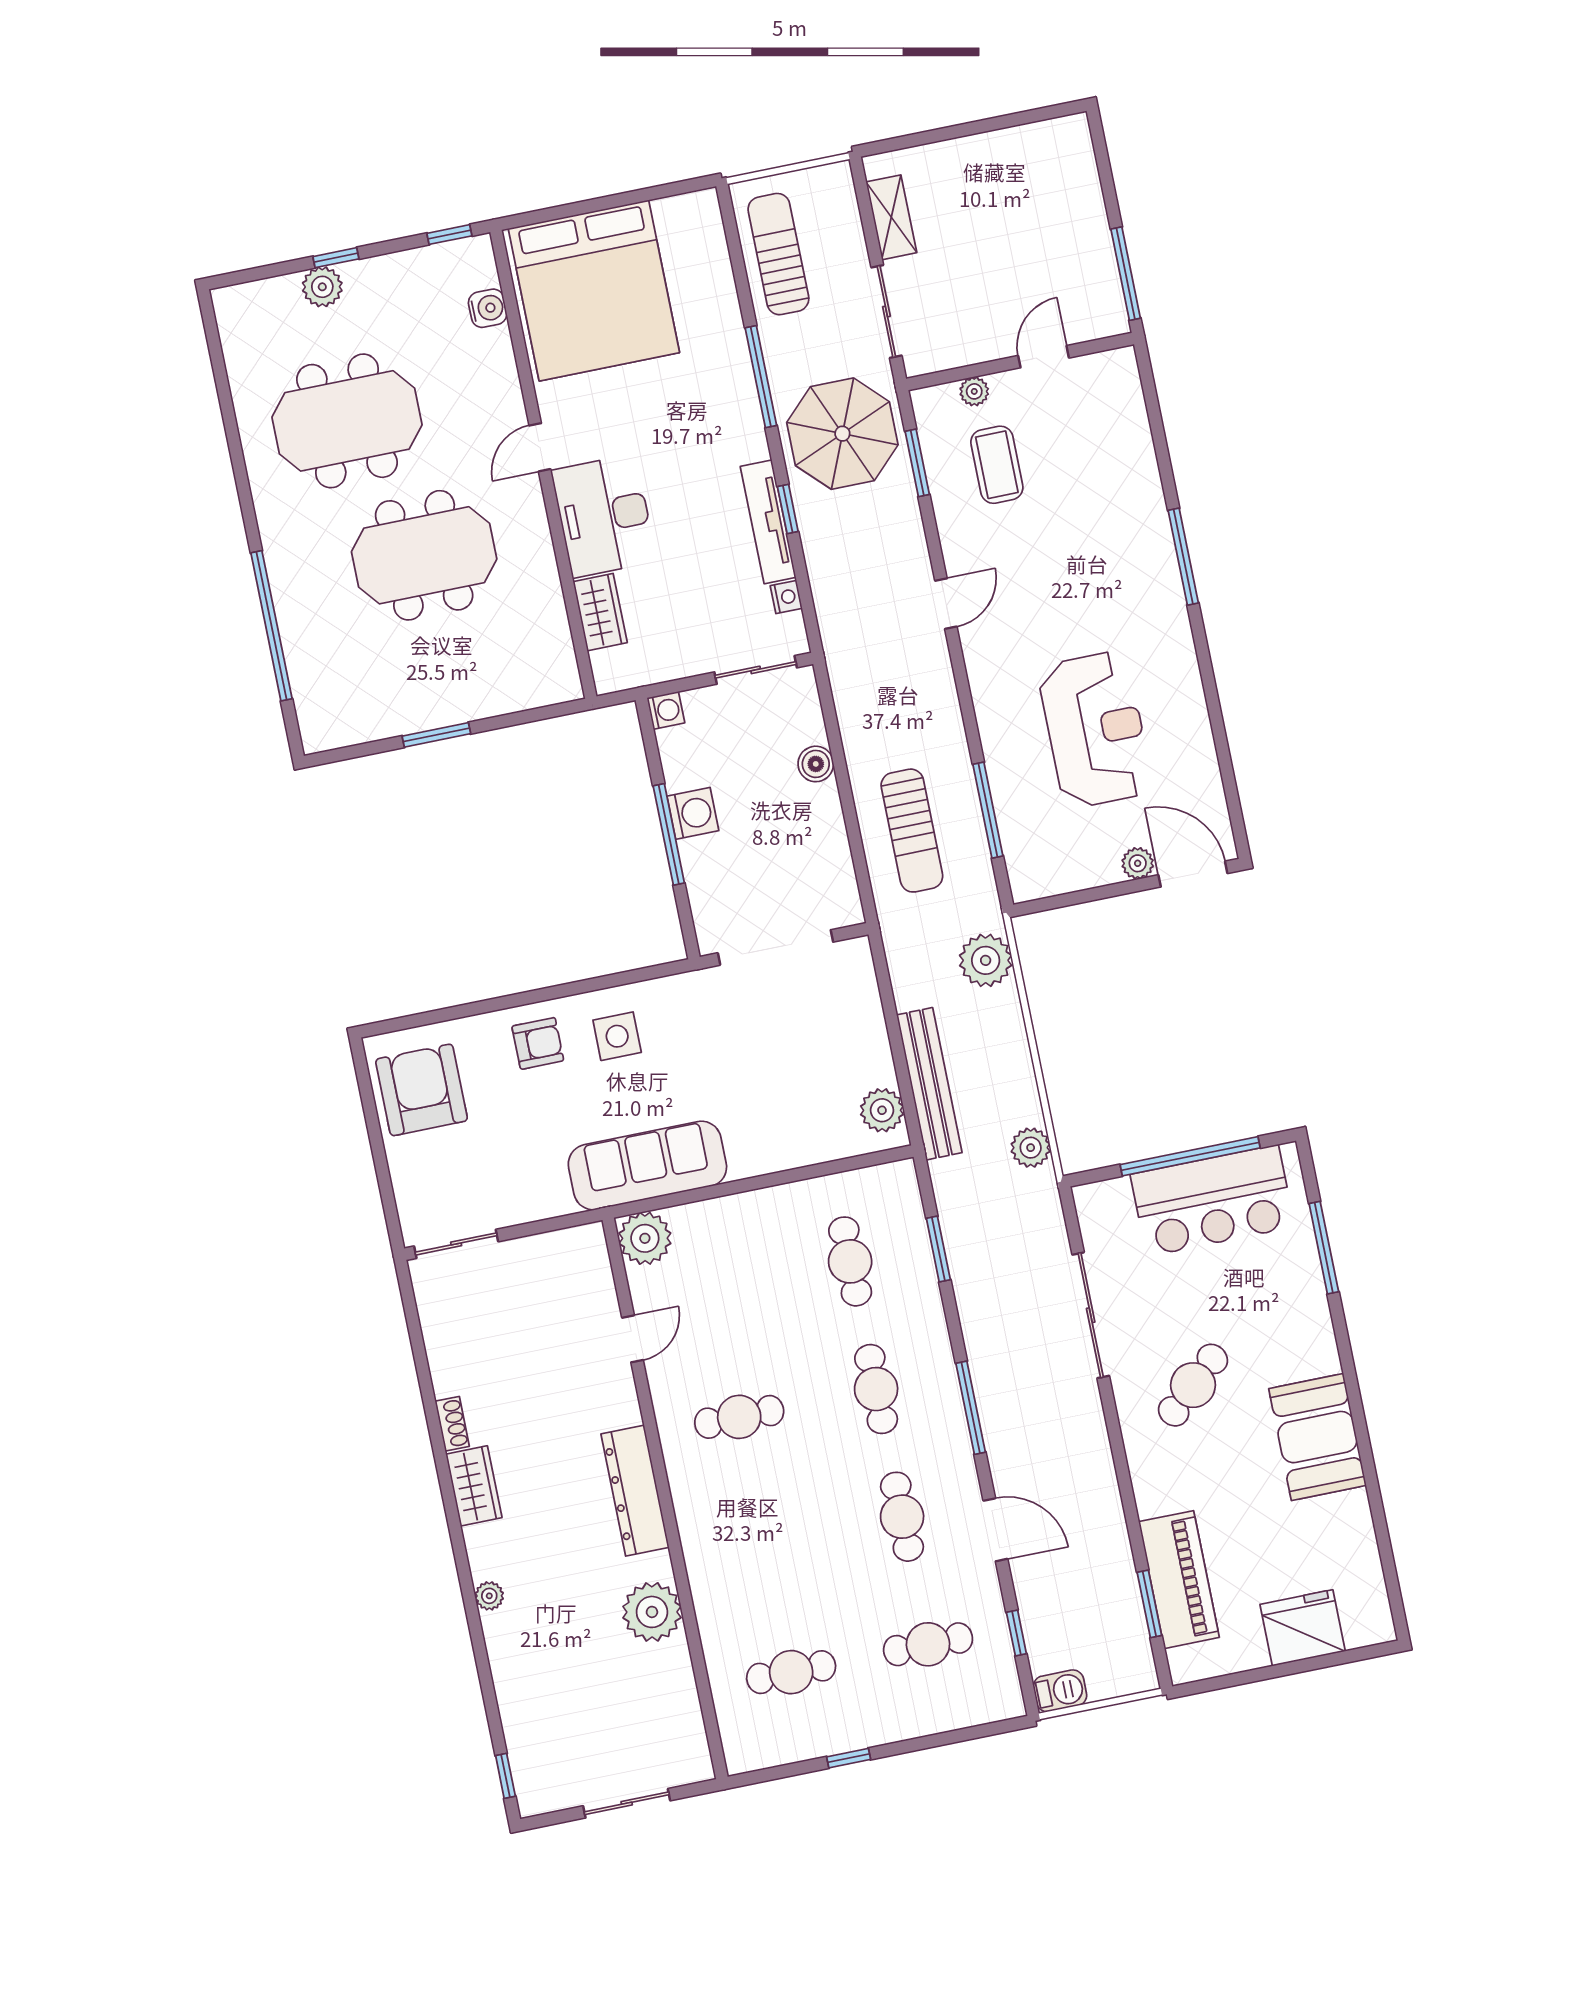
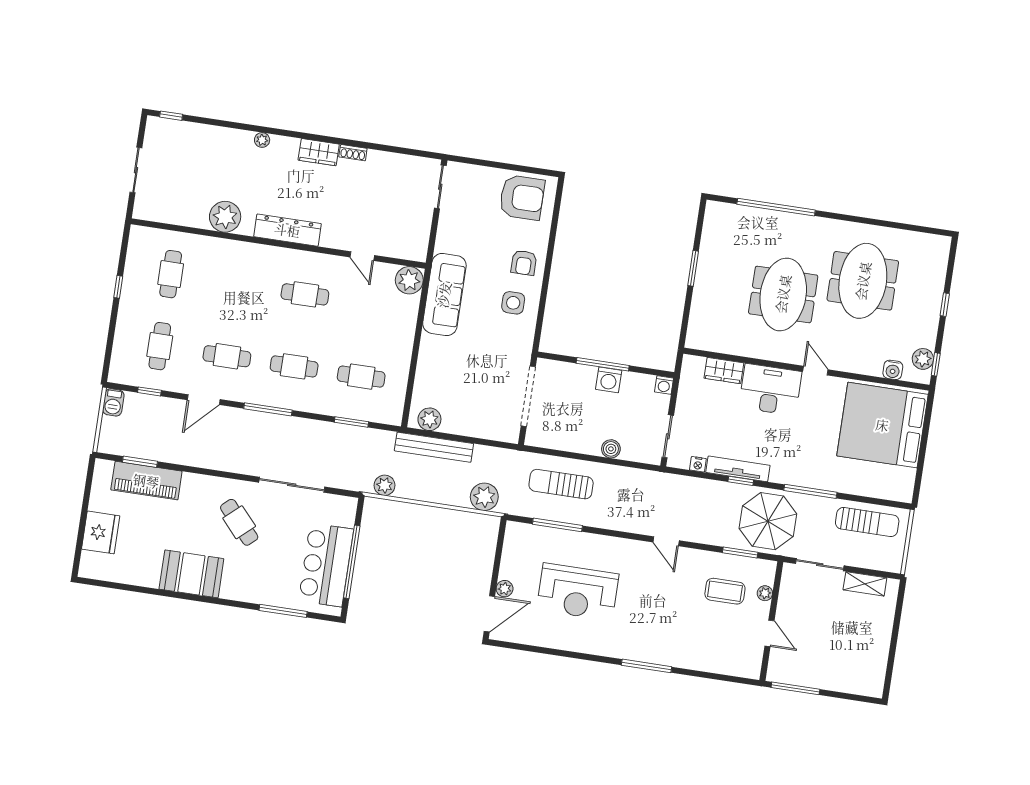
plant: (322, 287) -> (923, 359), moved
cafe table: (739, 1417) -> (305, 294), turned 90

